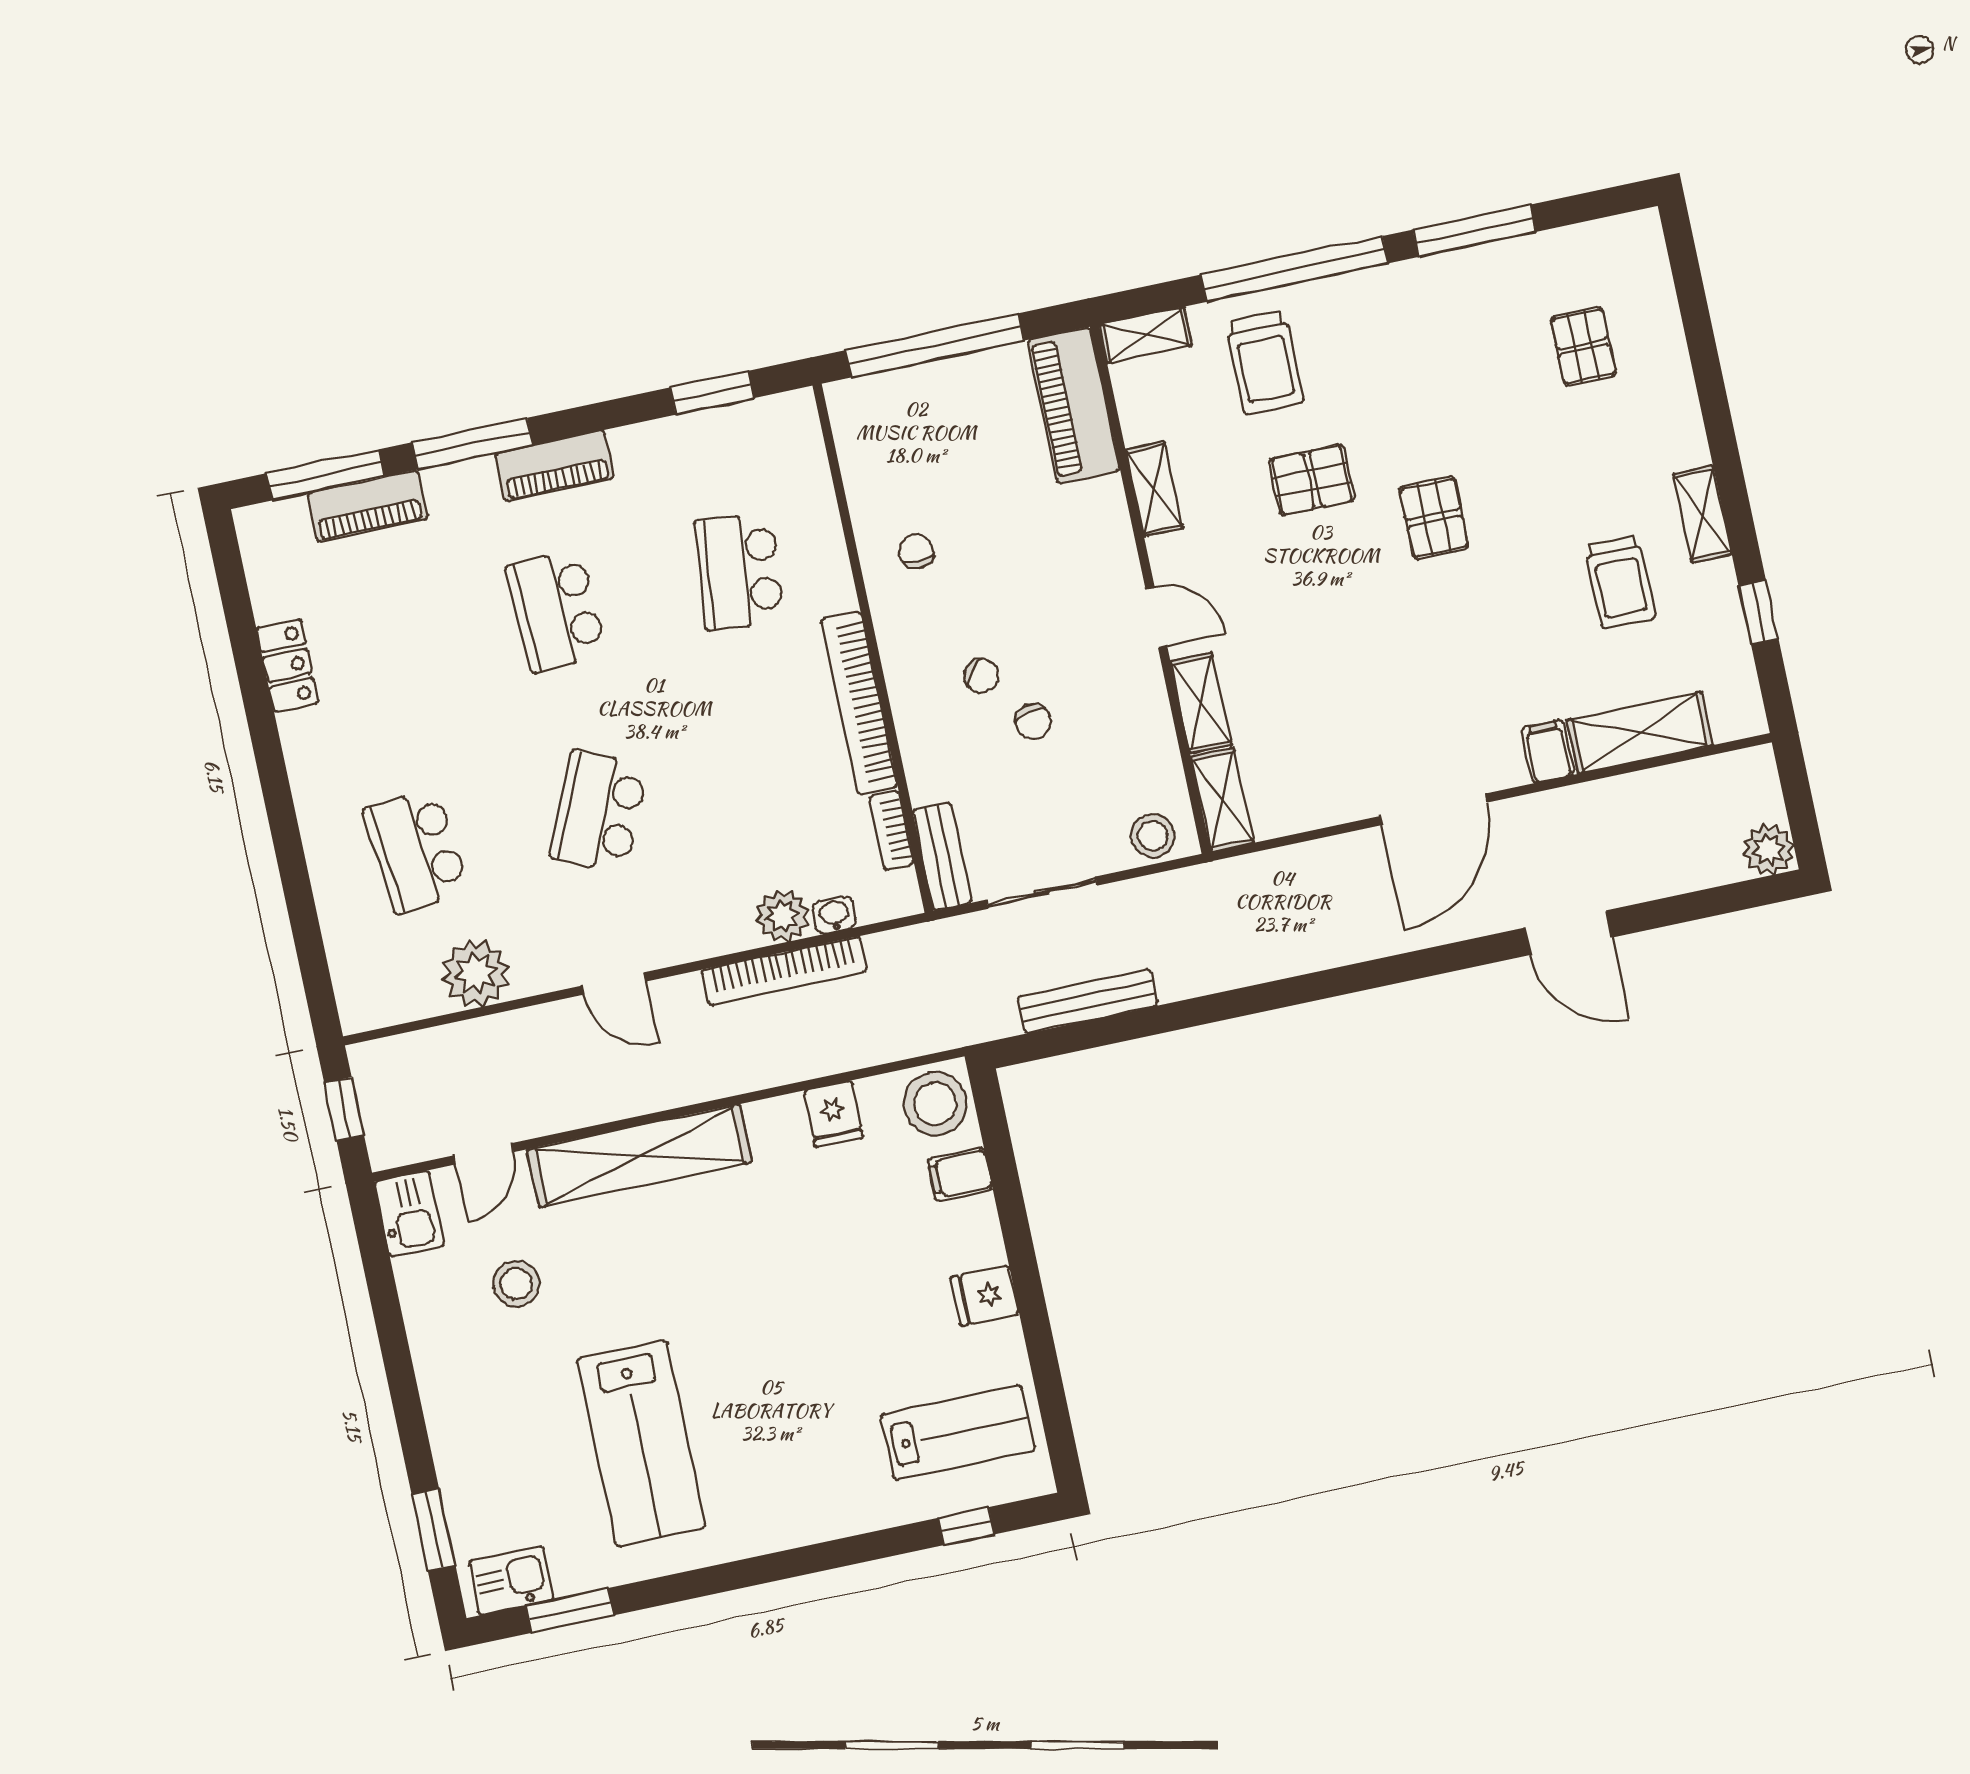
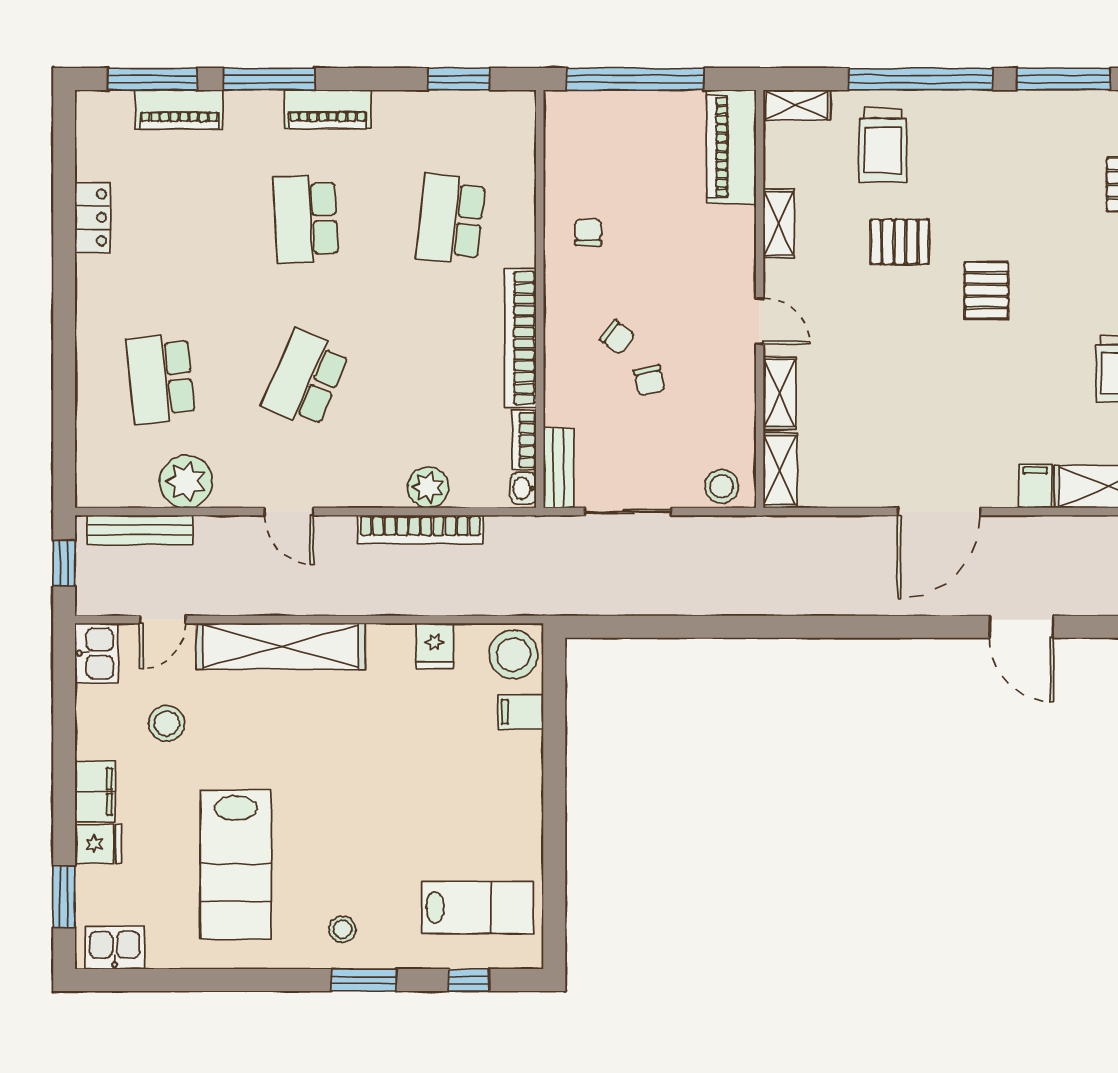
washbasin: (834, 915) -> (523, 488), moved, turned -90
bench: (1088, 1001) -> (140, 530), moved
fridge: (985, 1296) -> (98, 844), moved, turned 180
filing cabinet: (444, 1389) -> (95, 792), added
stool: (793, 1496) -> (342, 929), added
window: (570, 1610) -> (364, 980), moved

